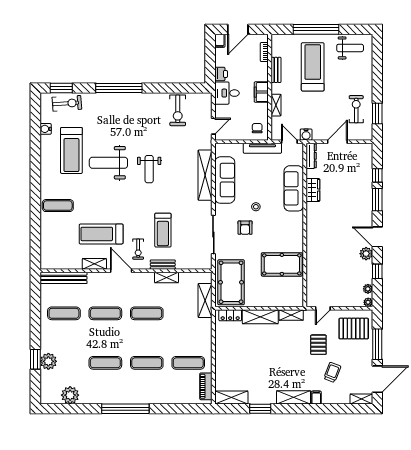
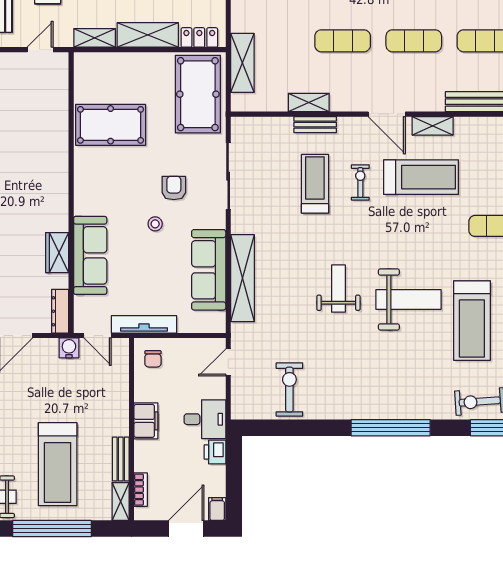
shelving: (276, 105) -> (121, 501), moved
treadmill: (71, 150) -> (472, 321), turned 180
exercise bike: (138, 249) -> (360, 182), moved

